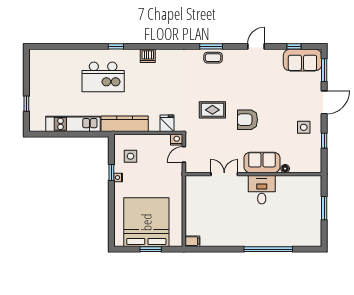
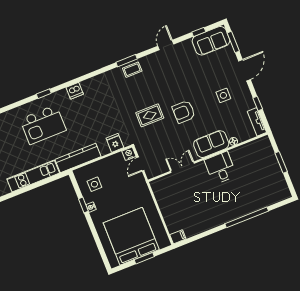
side table: (304, 127) -> (223, 95), moved
tv unit: (316, 158) -> (257, 122), added

